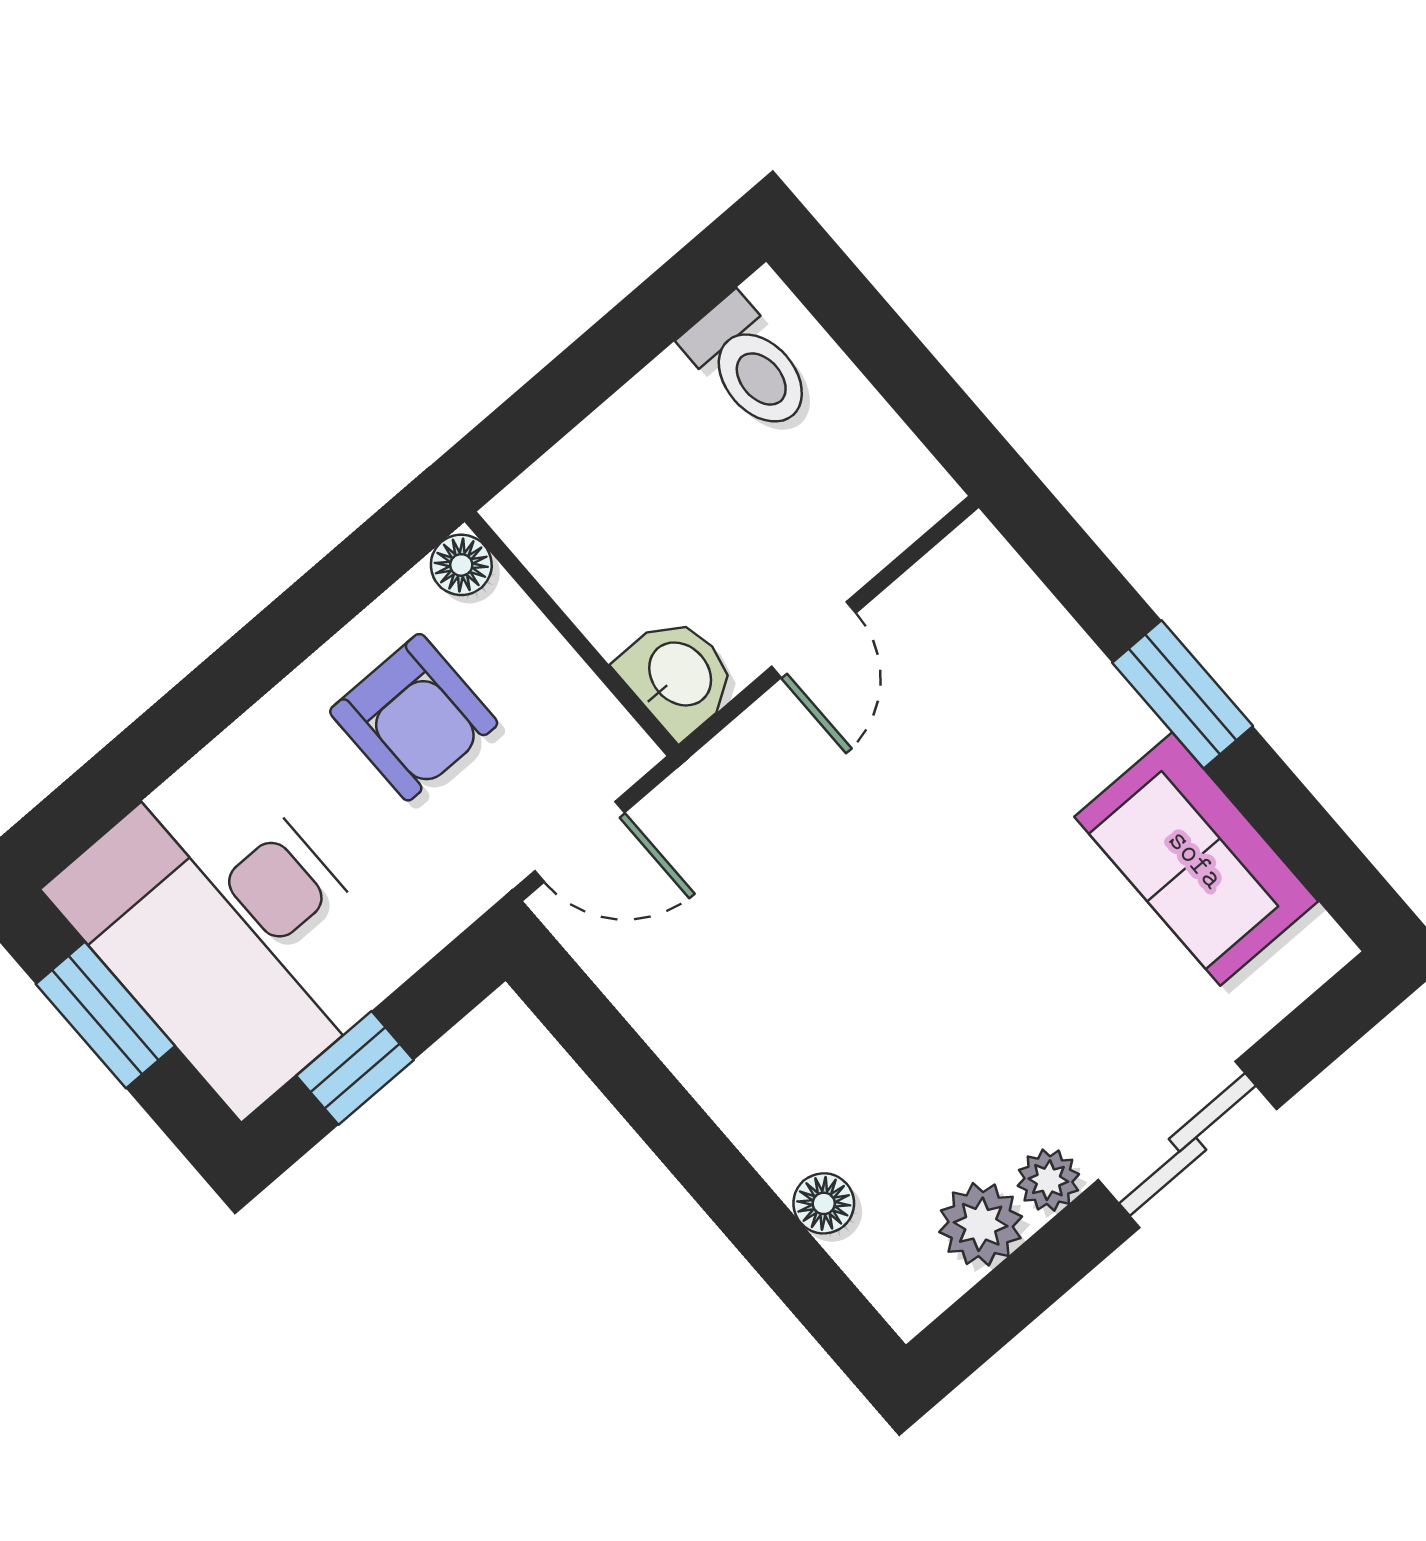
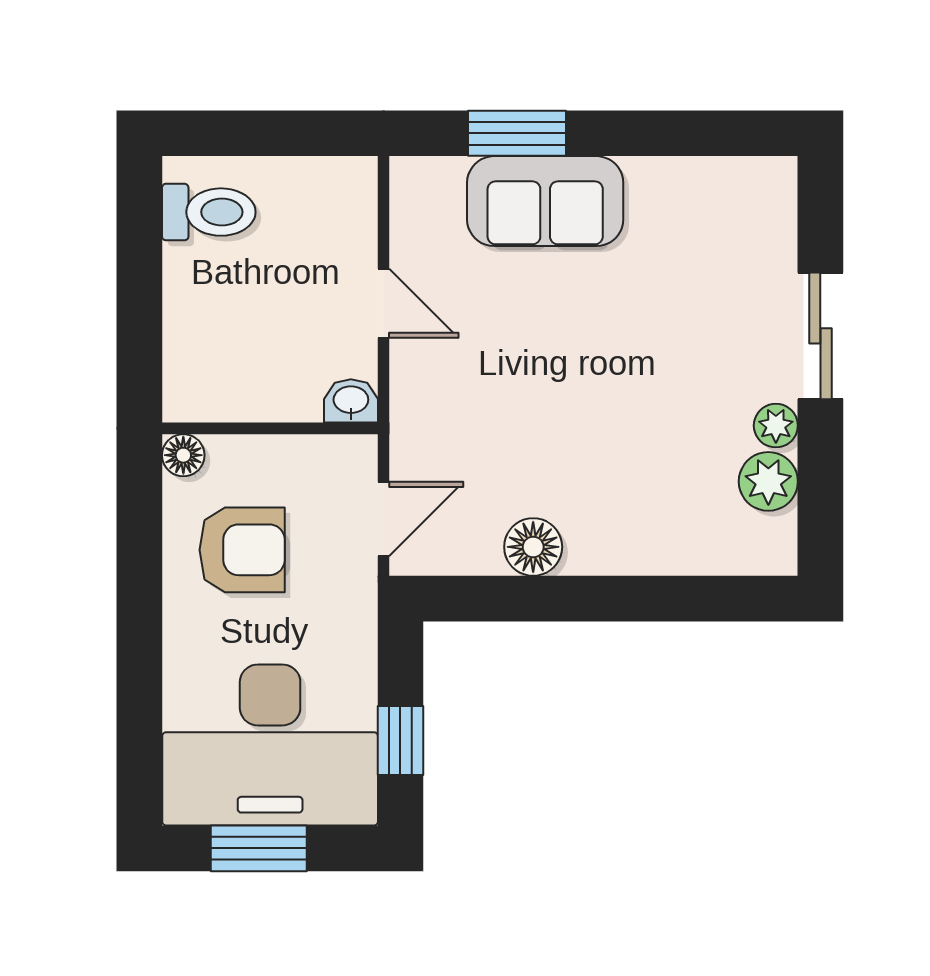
washbasin: (678, 676) -> (351, 401), width x0.72, depth x0.69
window: (1183, 694) -> (517, 133), moved
sofa: (1196, 859) -> (545, 201), moved
floor lamp: (824, 1203) -> (533, 547), moved, width x1.37, depth x1.37

